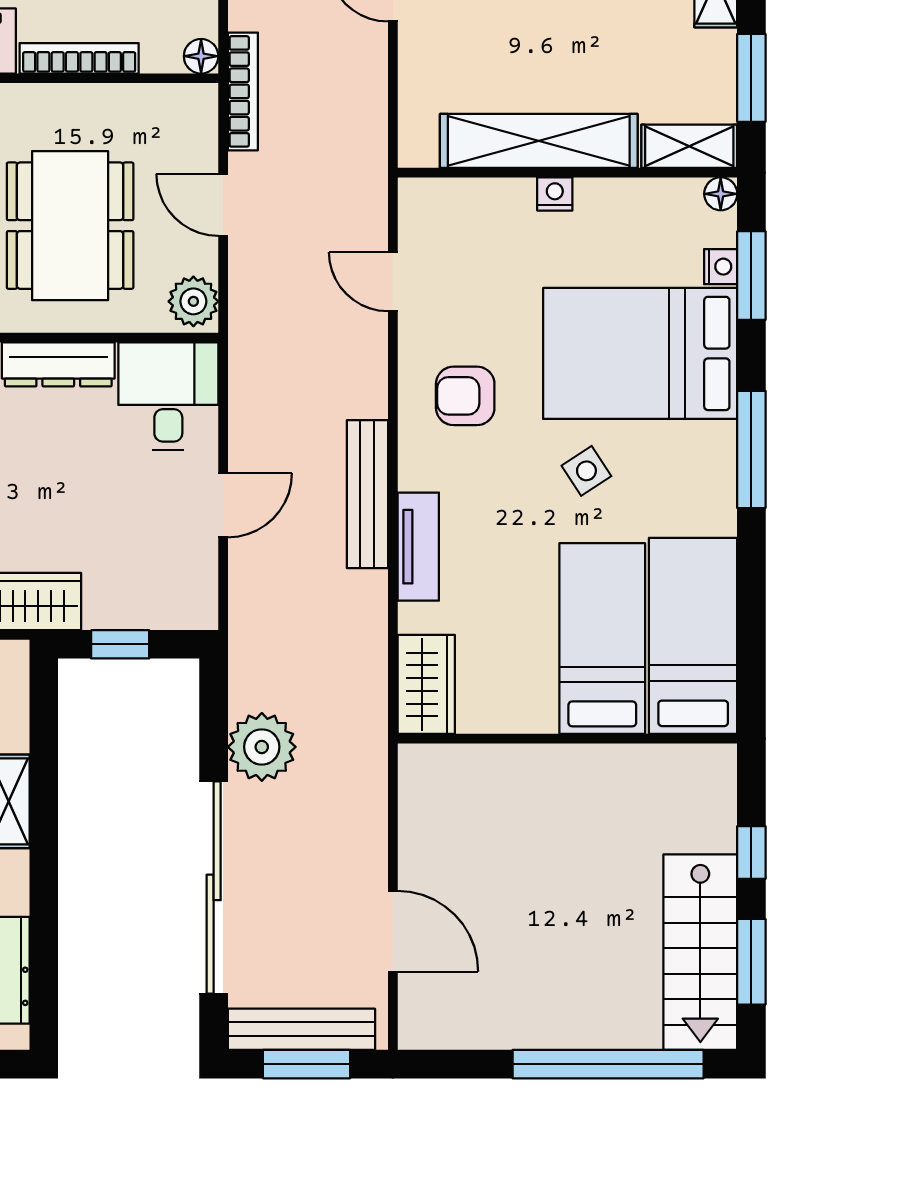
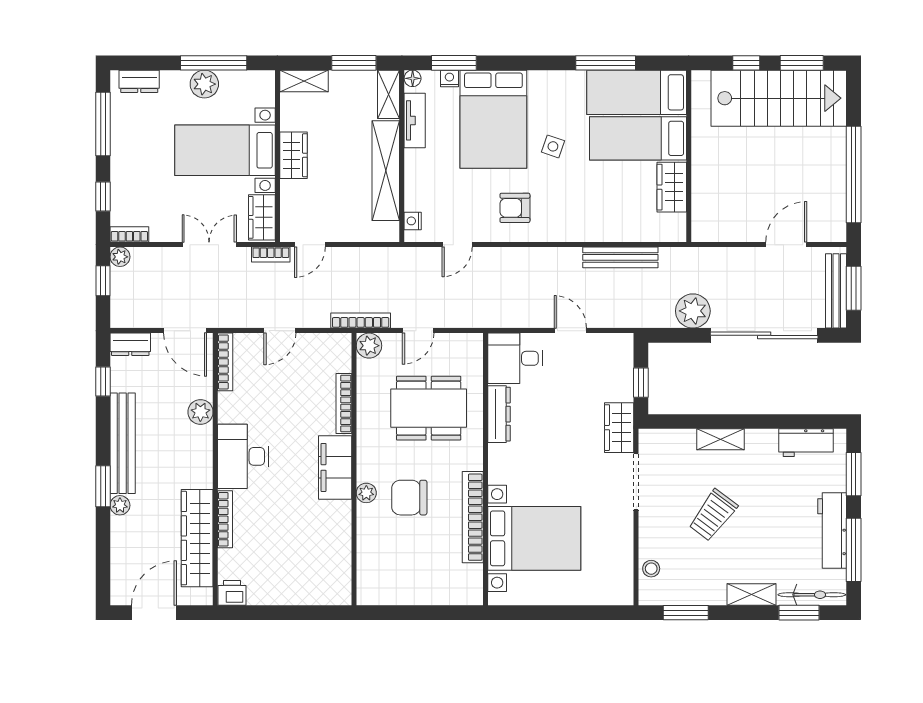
floor lamp: (201, 56) -> (343, 342), removed
nightstand: (555, 194) -> (413, 221), moved
plant: (193, 301) -> (369, 346), moved
armchair: (465, 396) -> (515, 208), turned 90
window: (751, 449) -> (606, 63), moved
side table: (586, 471) -> (553, 146), turned -38
bench: (367, 494) -> (620, 257), moved
tv unit: (418, 547) -> (415, 120), moved, turned 90
wardrobe: (426, 684) -> (672, 187), moved, turned -90
stairs: (700, 952) -> (779, 98), width x1.36, depth x1.51
window: (608, 1064) -> (854, 174), moved

